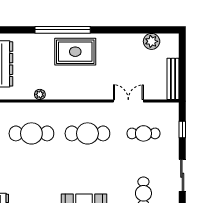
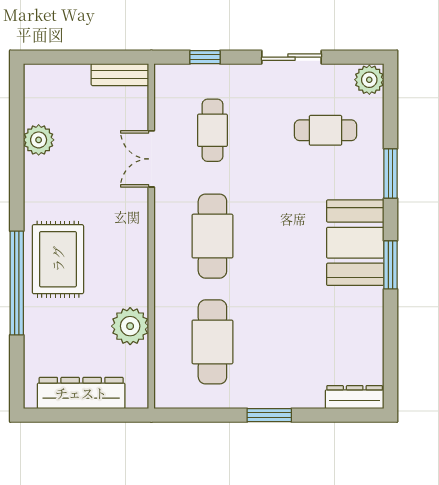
plant: (152, 41) -> (39, 140), moved
bench: (173, 79) -> (120, 75), width x0.73
plant: (40, 94) -> (130, 326), width x1.87, depth x1.87

